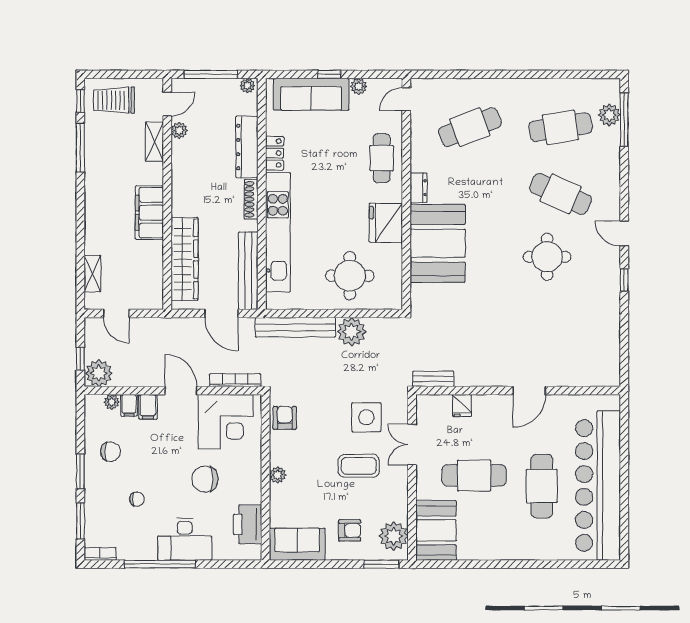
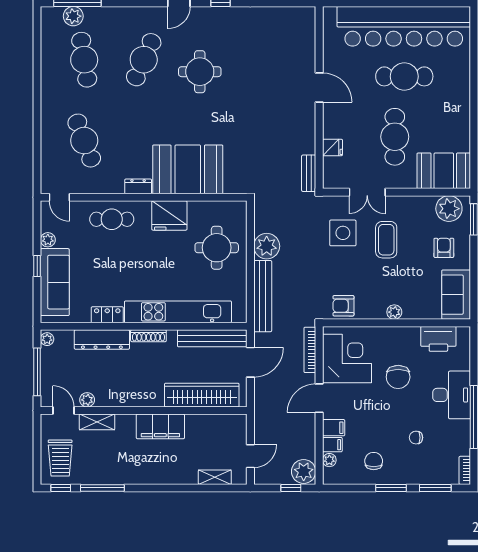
chair: (137, 499) -> (416, 438), turned -90

